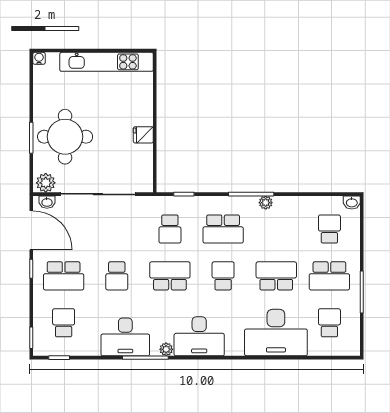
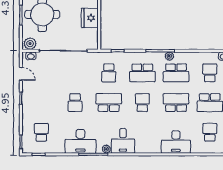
fridge: (143, 135) -> (90, 18), width x1.88, depth x1.34
door: (31, 230) -> (21, 74), width x0.53
school desk: (64, 276) -> (176, 73), moved
desk: (276, 333) -> (176, 142), width x0.73, depth x0.77
desk: (199, 336) -> (123, 141), width x0.73

